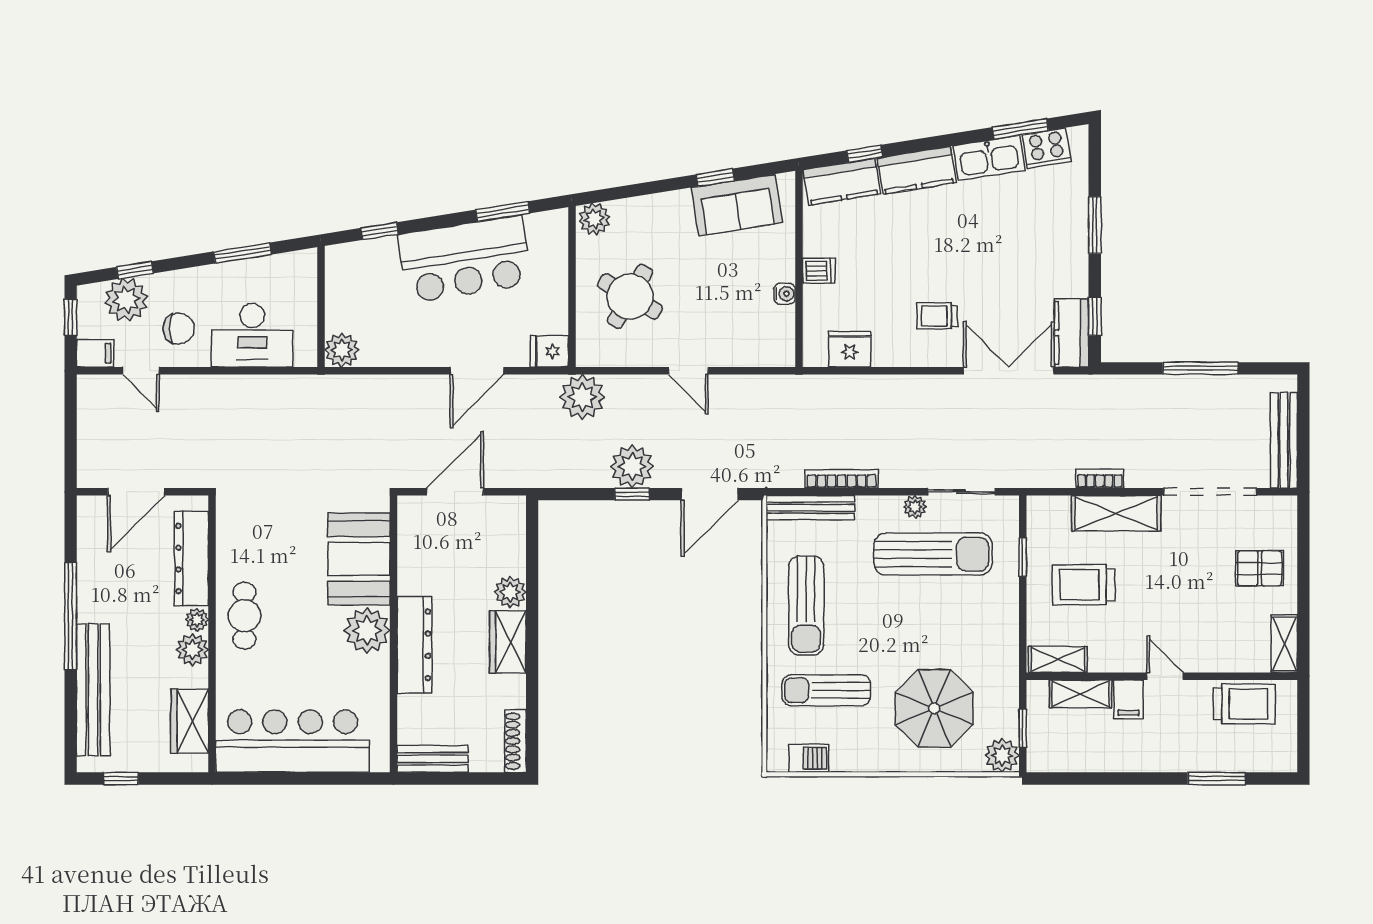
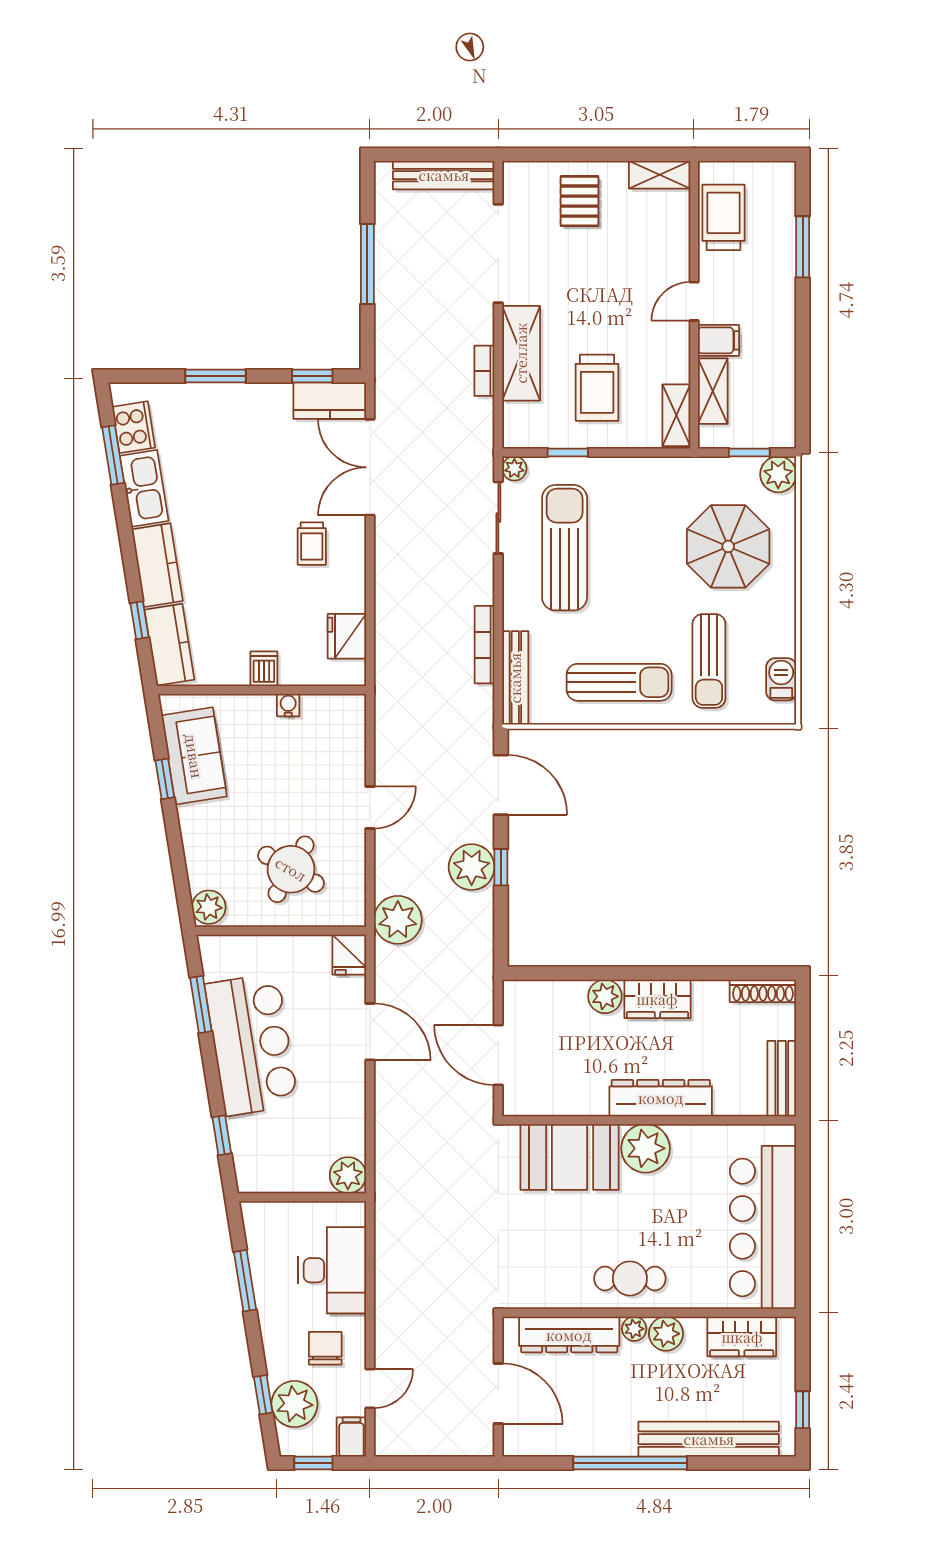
plant: (915, 507) -> (514, 468), moved

